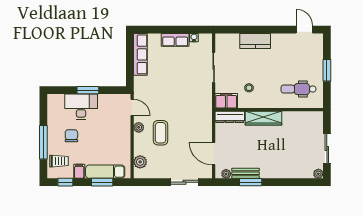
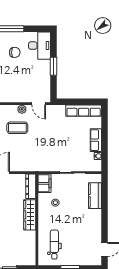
kitchen counter: (255, 41) -> (95, 196), moved
desk: (81, 107) -> (40, 46), moved
door: (132, 107) -> (39, 104), hinge flipped

